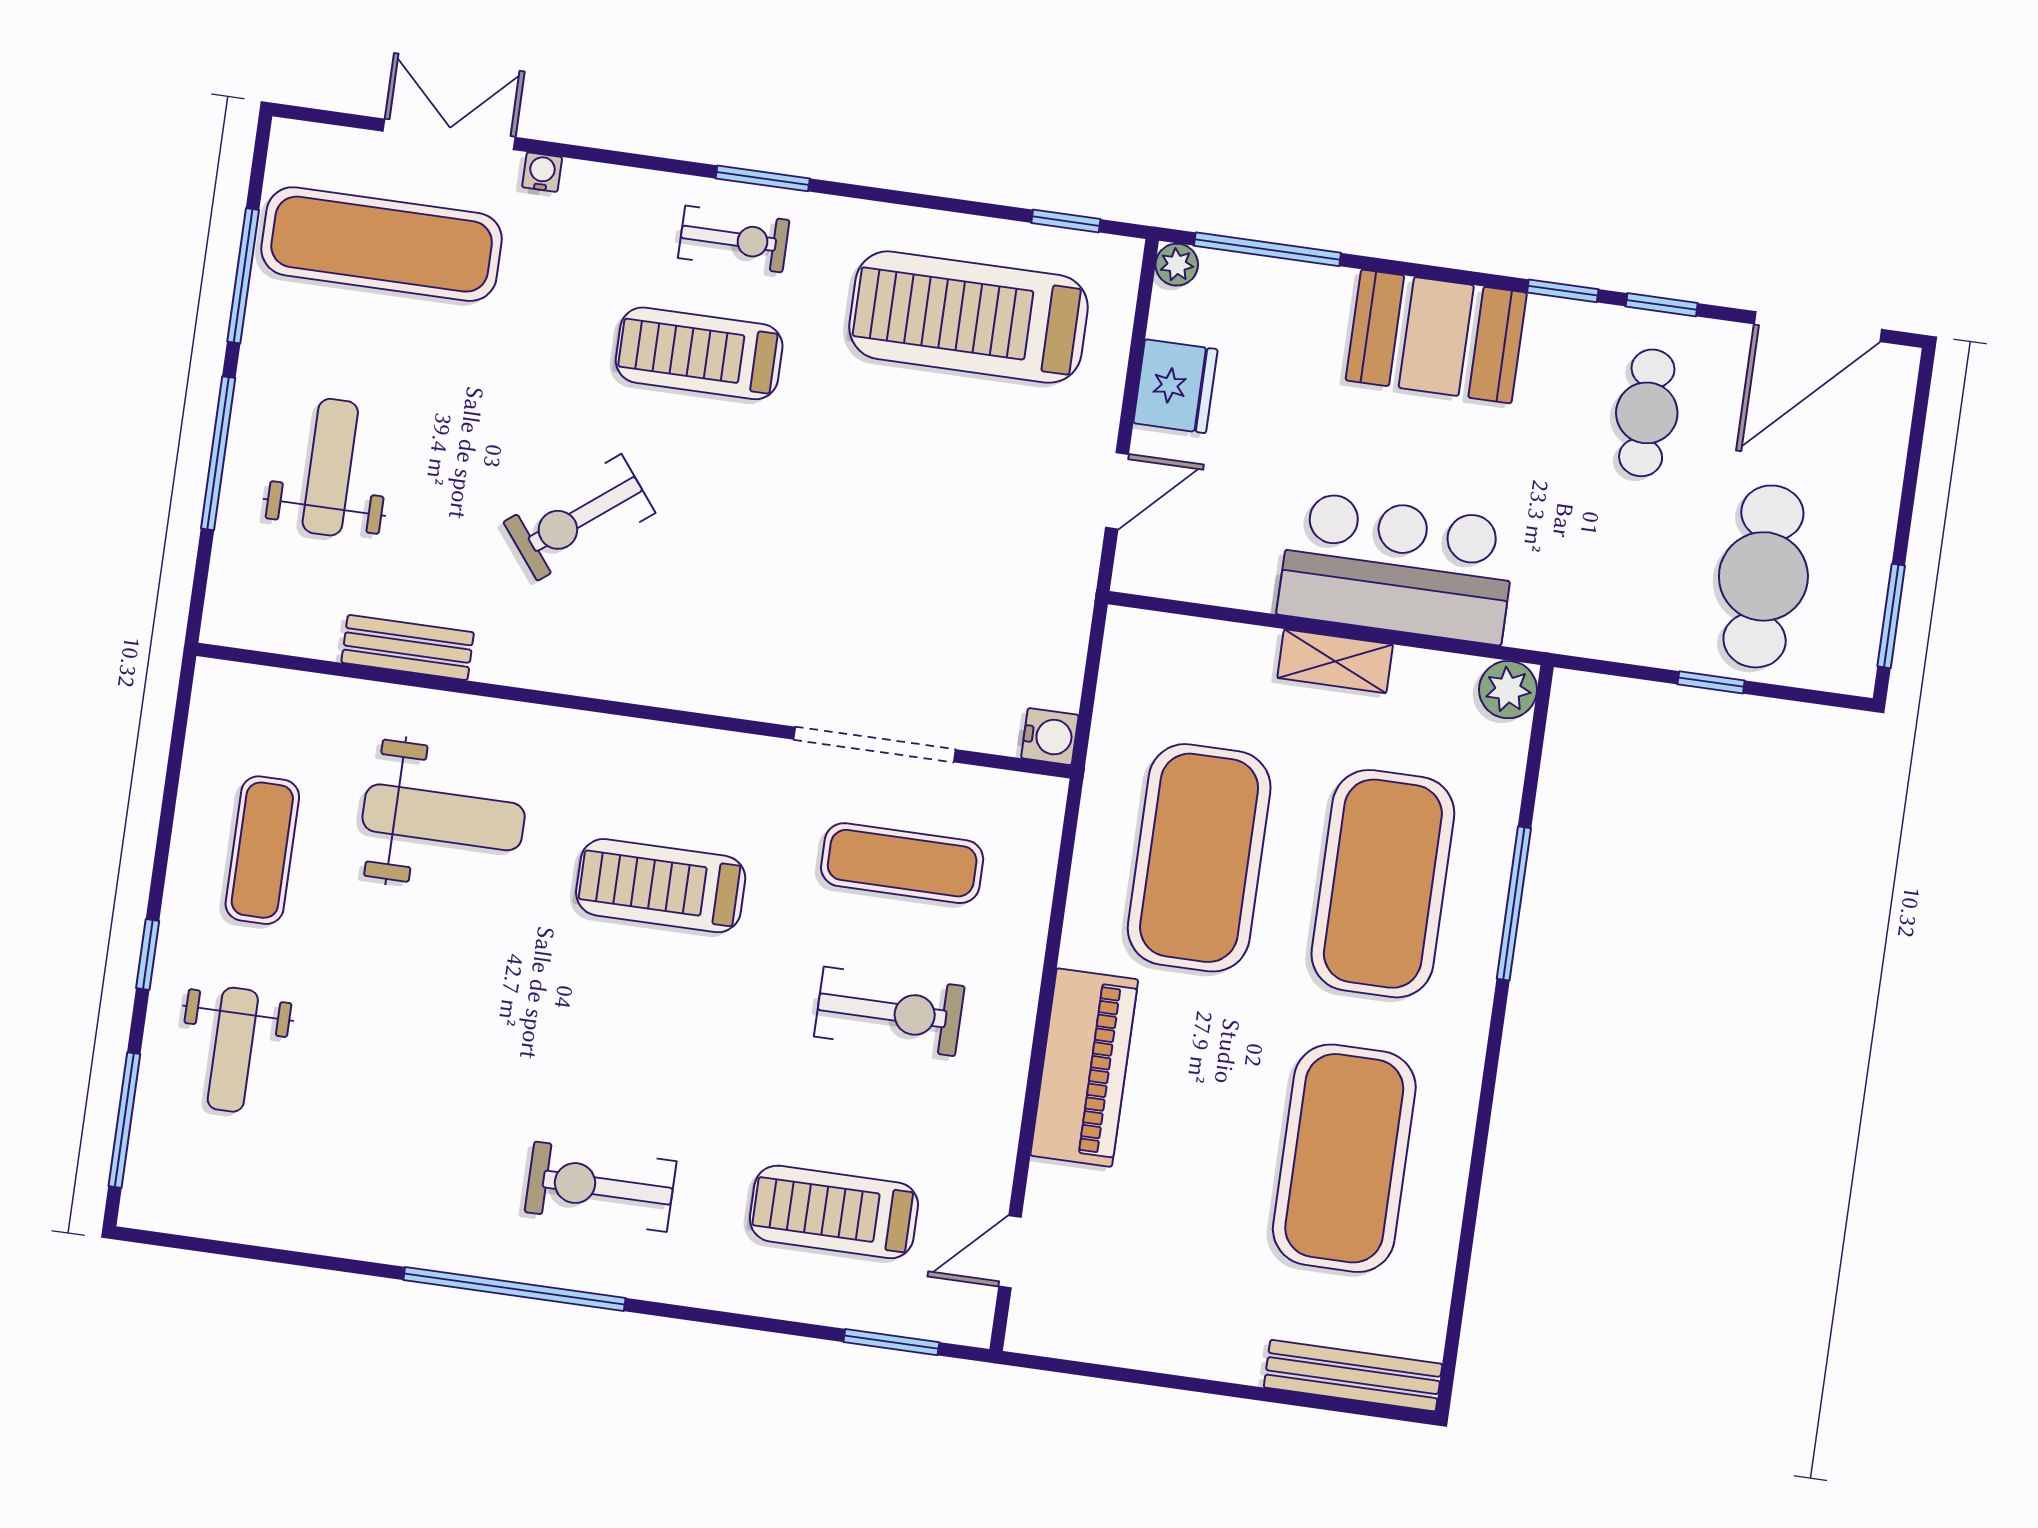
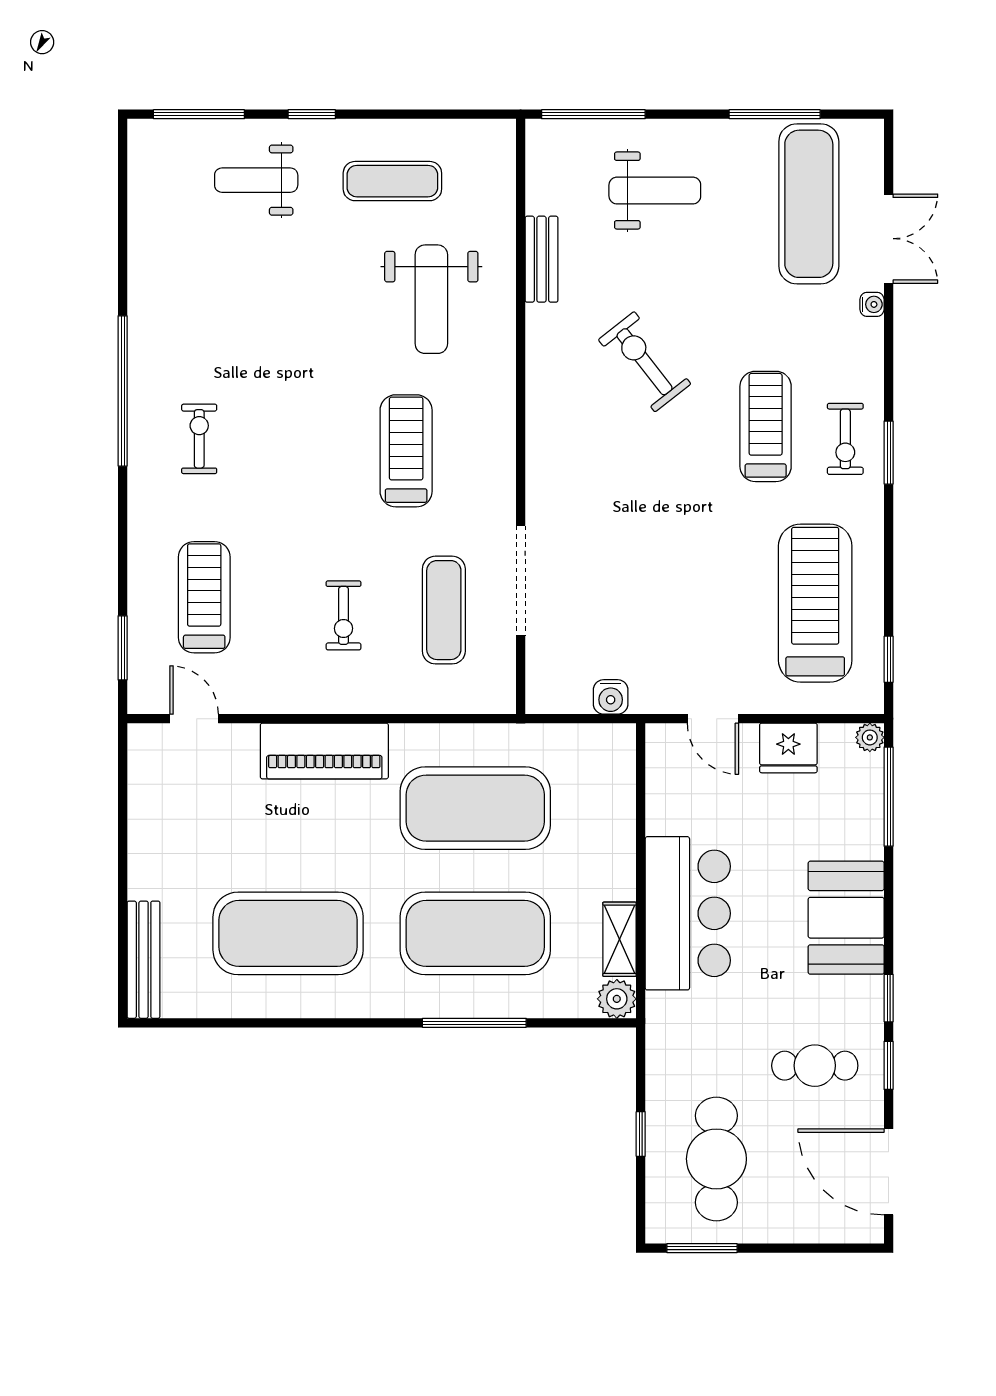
window: (218, 453) -> (593, 114), moved
cafe table: (1763, 576) -> (716, 1159), turned 90
shelving: (1335, 661) -> (620, 939), moved
water cooler: (1050, 737) -> (611, 697), moved
exercise bike: (889, 1011) -> (343, 615), width x0.73, depth x0.72
exercise bike: (601, 1187) -> (199, 439), width x0.73, depth x0.72

